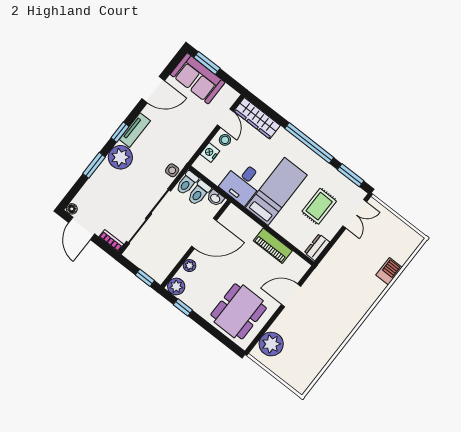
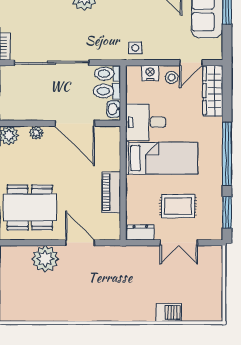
side table: (172, 170) -> (135, 48), moved
double door: (355, 214) -> (179, 243), moved
plant: (271, 344) -> (45, 259), moved

